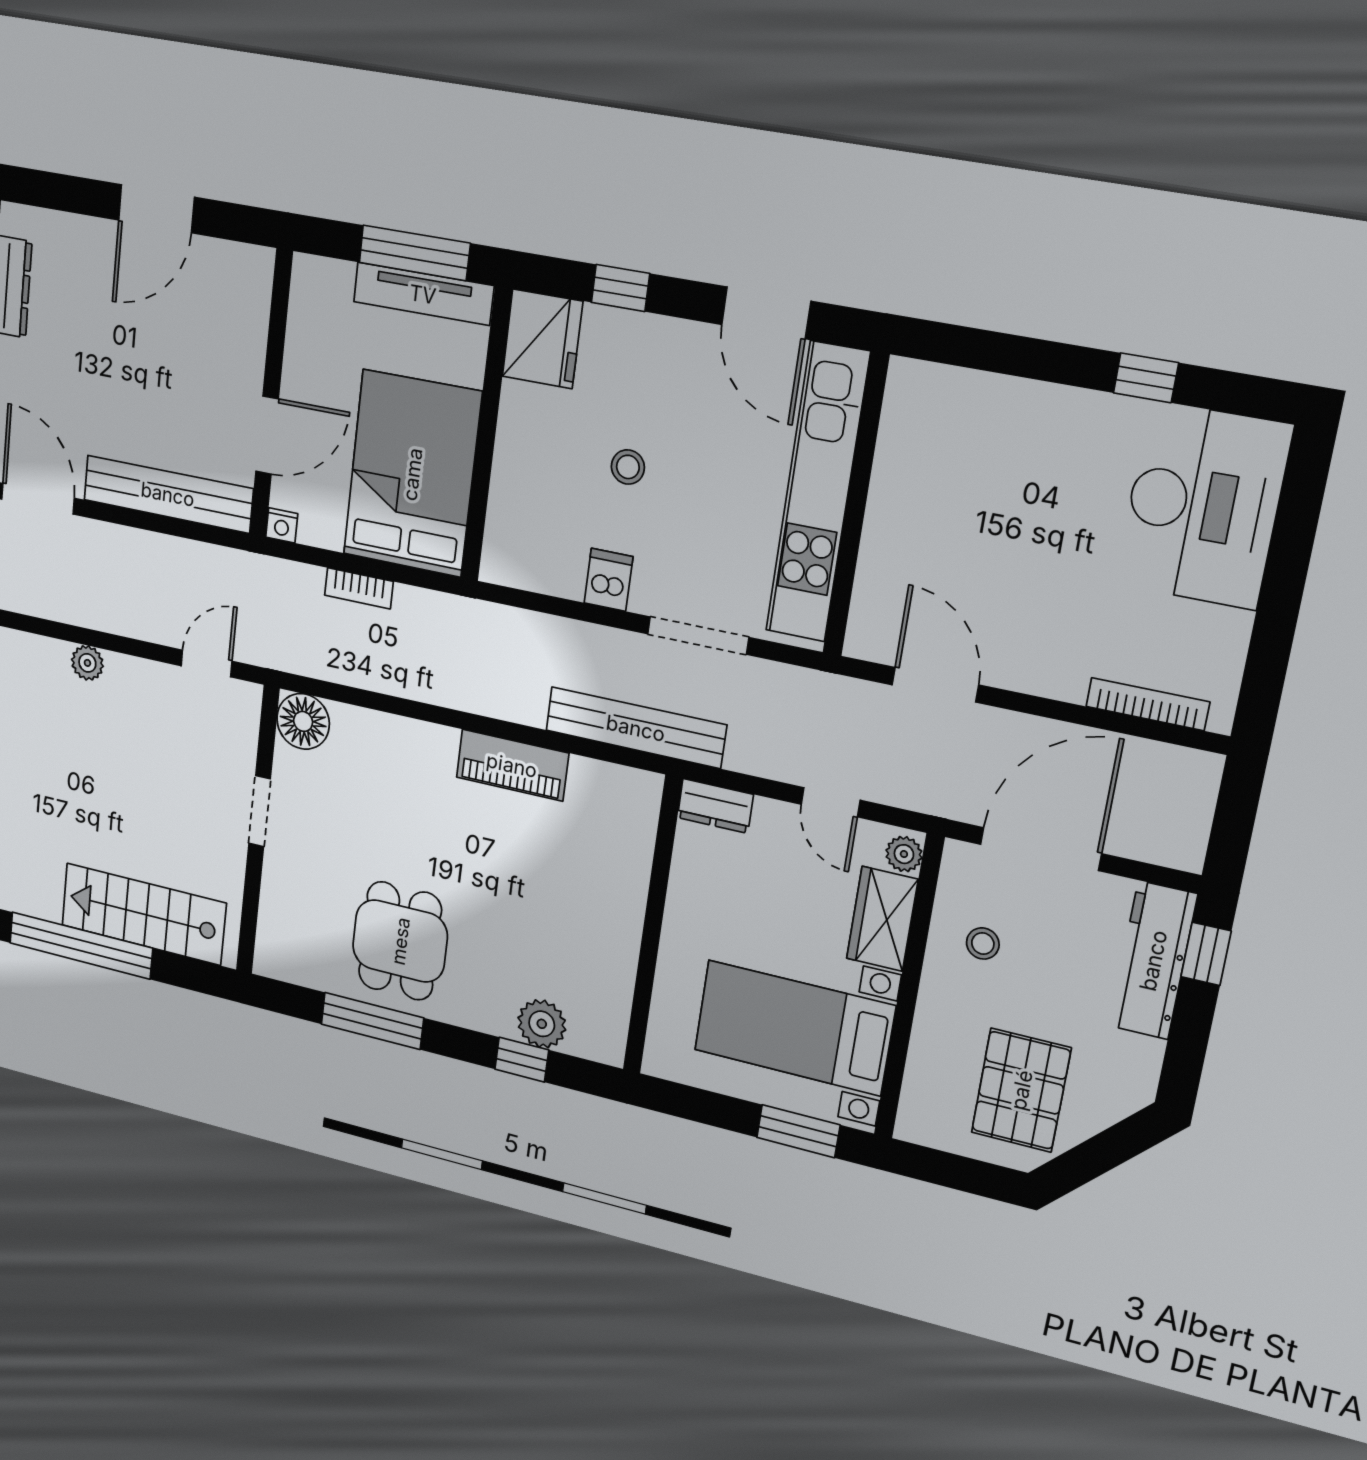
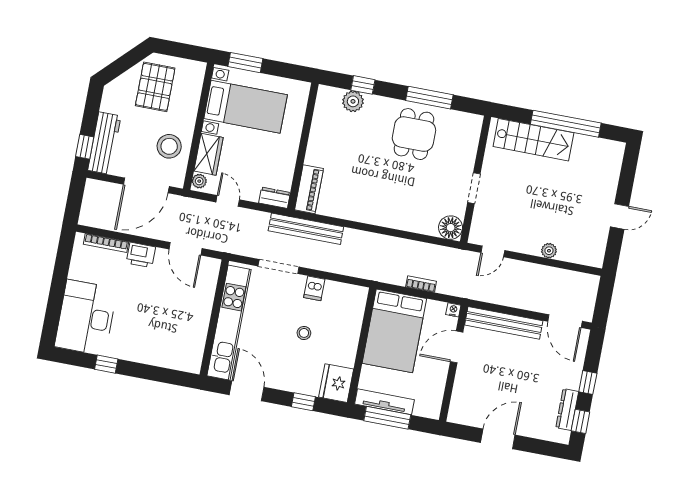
printer: (1053, 671) -> (141, 255), added
piano: (512, 765) -> (309, 189), moved, turned 90
stool: (983, 943) -> (169, 146), width x1.89, depth x1.89

